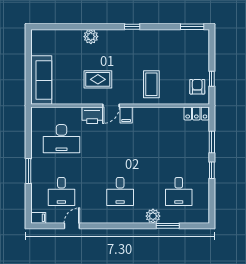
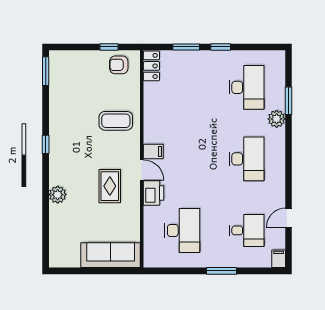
desk: (120, 192) -> (247, 159), width x1.37
desk: (179, 192) -> (247, 87), width x1.37
door: (72, 226) -> (288, 218), hinge flipped

